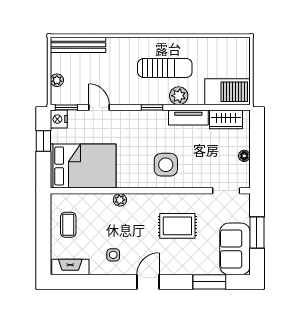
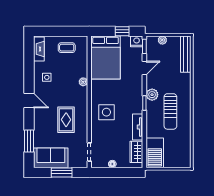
plant: (179, 96) -> (152, 95), moved

